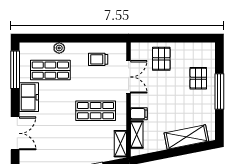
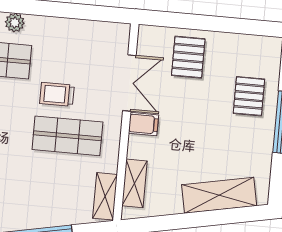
trolley: (98, 59) -> (57, 94), moved
filing cabinet: (139, 114) -> (143, 124), moved

